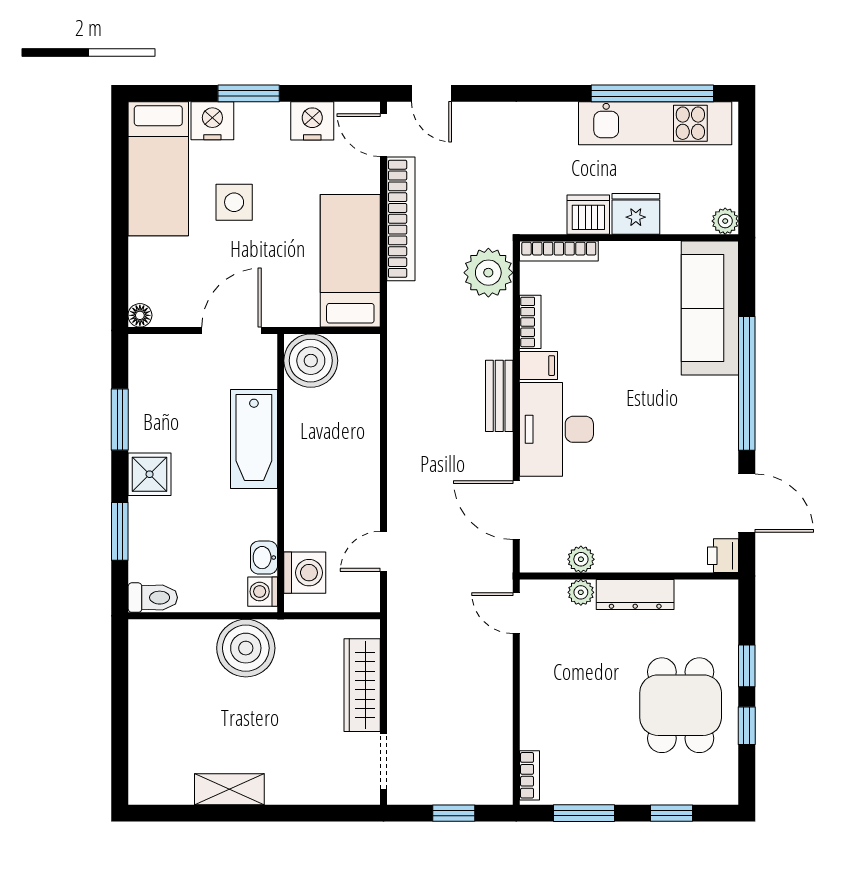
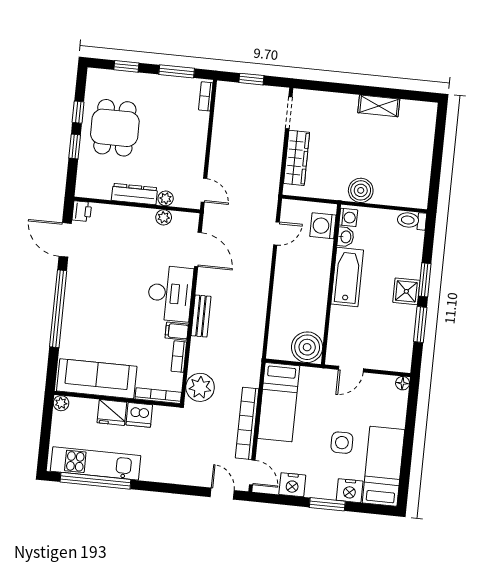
sofa: (710, 308) -> (97, 379), moved, turned -90
door: (231, 331) -> (351, 369), width x0.73
bathtub: (254, 439) -> (347, 277), moved
window: (120, 531) -> (425, 280), moved
boiler: (246, 648) -> (361, 190), width x0.73, depth x0.73

